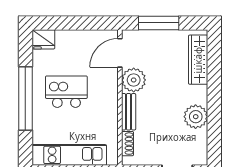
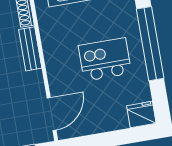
plant: (134, 80) -> (31, 86), removed
kitchen island: (66, 92) -> (105, 59), turned 180

